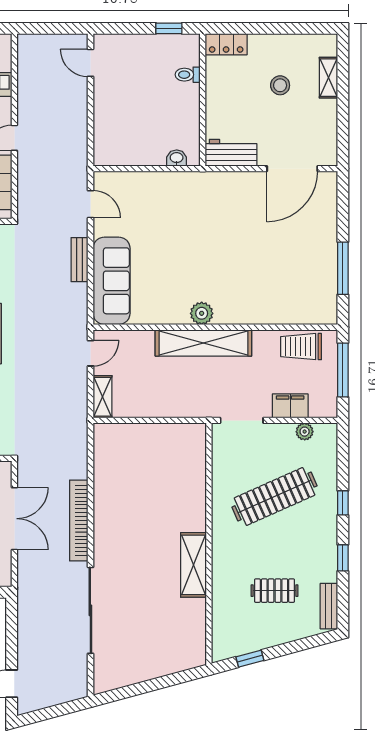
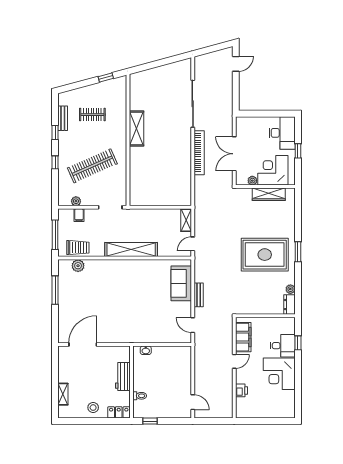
stool: (280, 85) -> (93, 408), moved
workbench: (231, 153) -> (123, 377), moved, turned 90
sofa: (112, 281) -> (181, 283), width x0.73
plant: (202, 313) -> (78, 266), moved
filing cabinet: (290, 406) -> (79, 215), width x0.50
bench: (329, 606) -> (63, 118), moved

